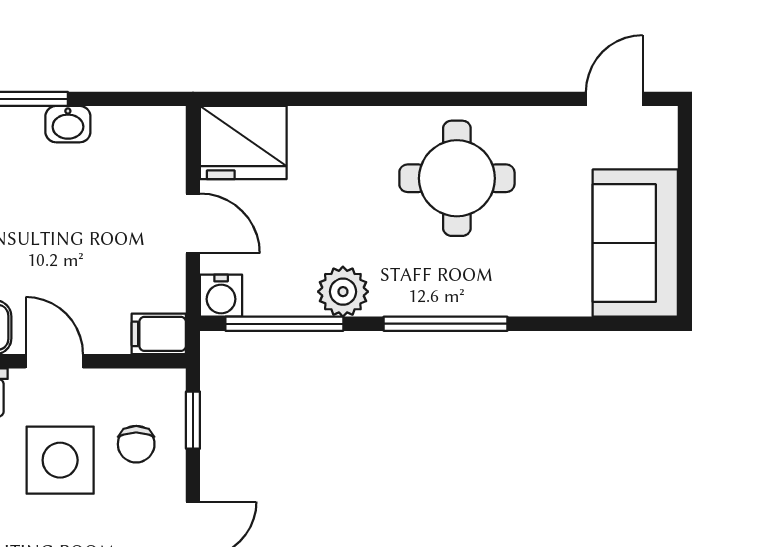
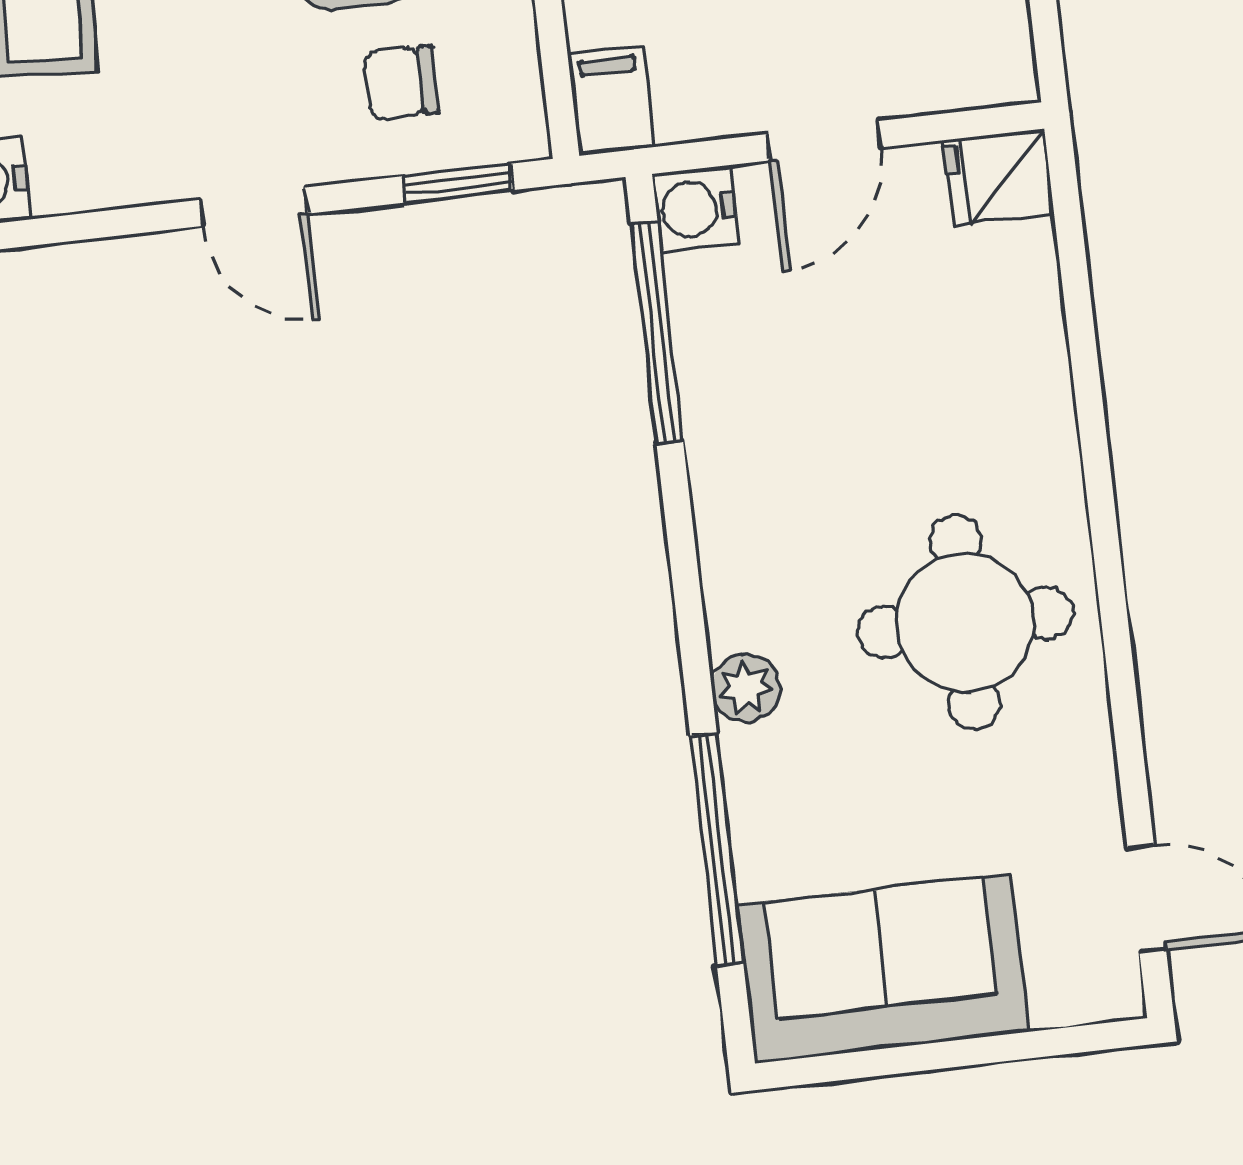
fridge: (243, 143) -> (998, 177), width x0.53, depth x0.75
plant: (343, 292) -> (746, 688), moved, width x0.73, depth x0.73
window: (445, 324) -> (717, 850), moved

